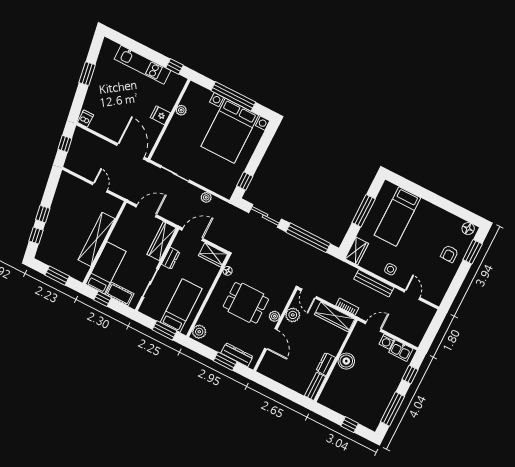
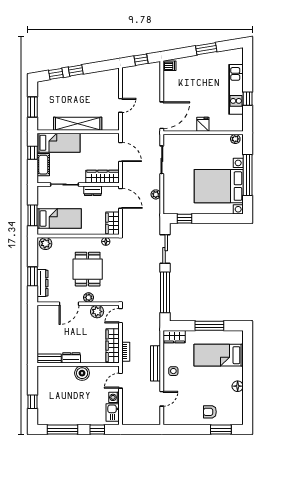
window: (175, 66) -> (248, 99), moved
plant: (181, 110) -> (235, 139), moved
floor lamp: (468, 229) -> (238, 386), moved
door: (373, 327) -> (121, 381), swing flipped

